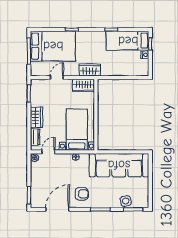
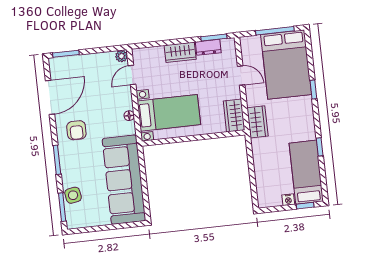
dresser: (35, 137) -> (208, 47), moved
door: (48, 152) -> (132, 75), swing flipped
door: (57, 209) -> (50, 97), hinge flipped

